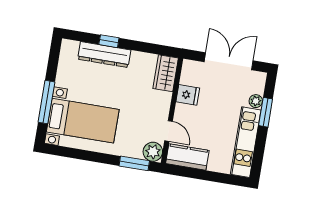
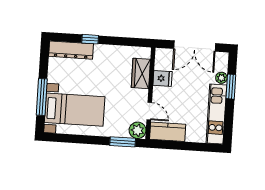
dresser: (104, 55) -> (71, 50), moved
double door: (229, 61) -> (195, 46), swing flipped
wardrobe: (166, 73) -> (141, 73), moved

